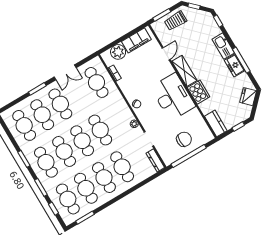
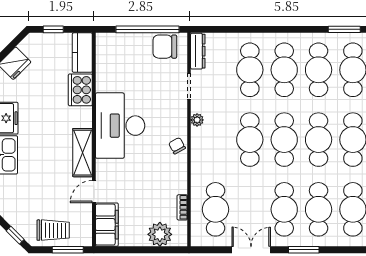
filing cabinet: (136, 40) -> (107, 225), moved, turned 90
cooker: (199, 92) -> (80, 90), moved
chair: (184, 139) -> (165, 47), moved

